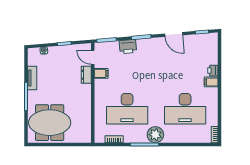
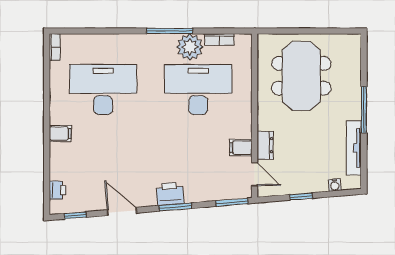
printer: (128, 47) -> (170, 194), moved
printer: (213, 71) -> (58, 190), moved
tv unit: (32, 78) -> (354, 148), width x1.41
meeting table: (50, 123) -> (301, 76), moved, turned 90
plant: (155, 135) -> (190, 47), moved

